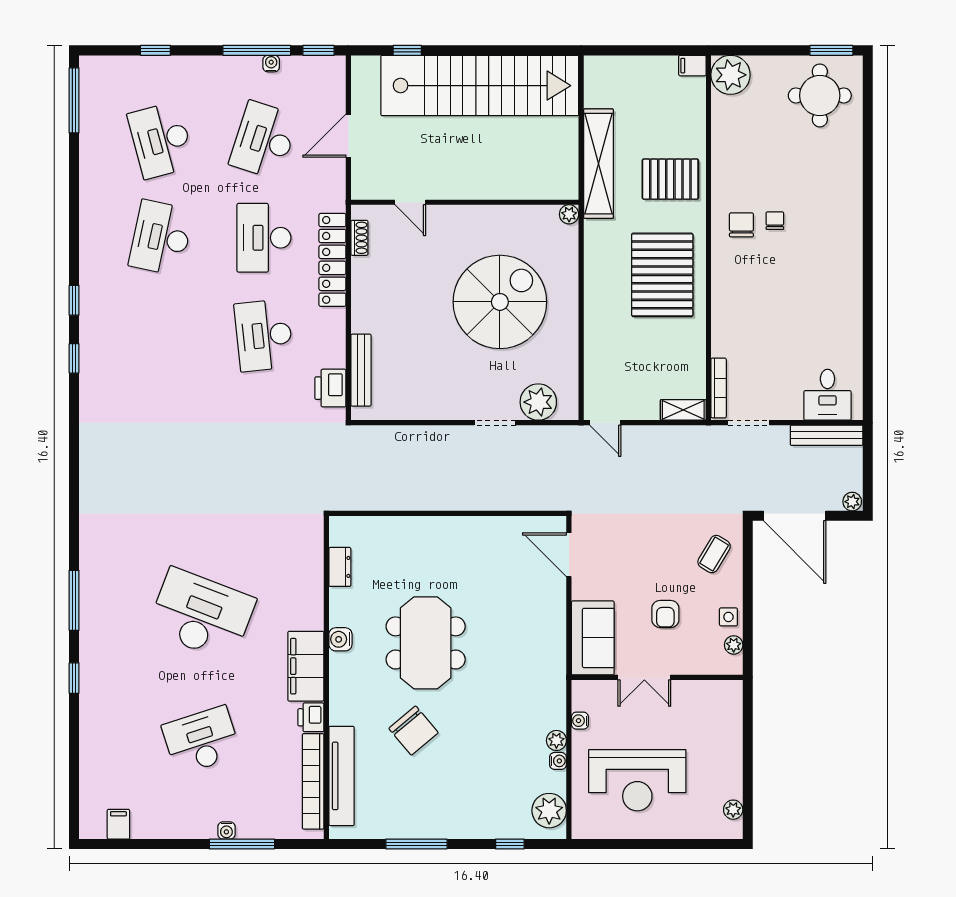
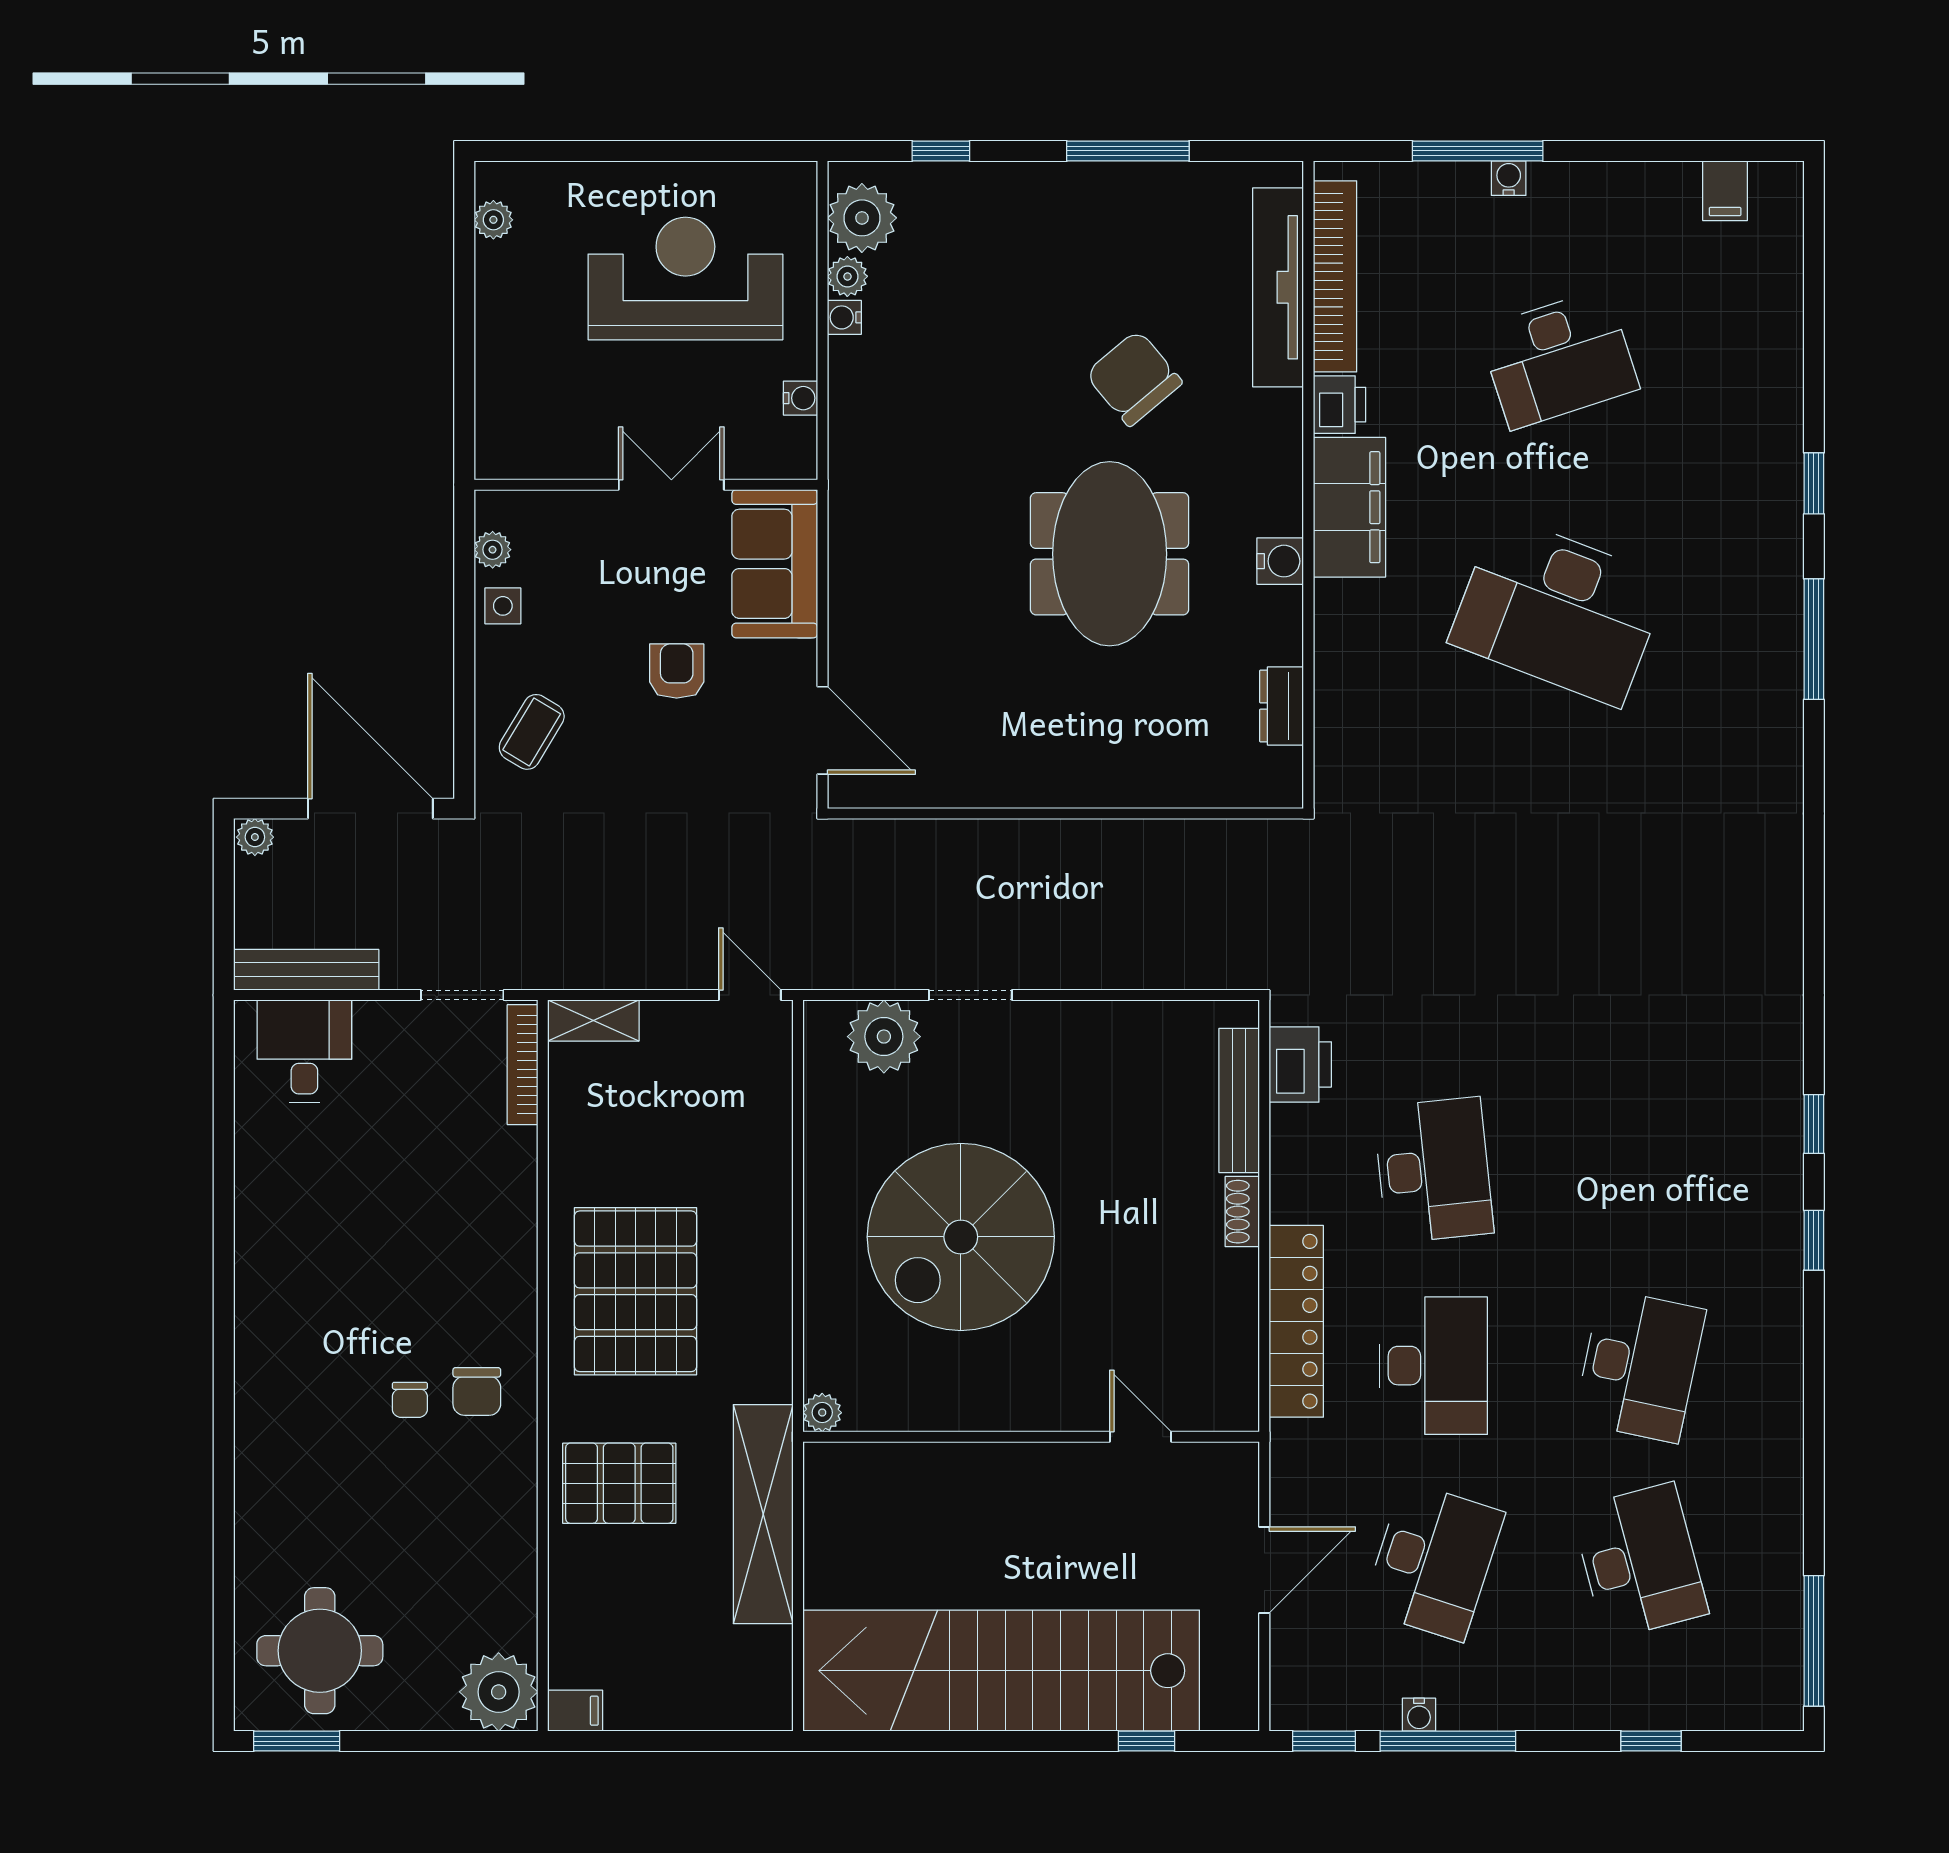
shoe rack: (359, 238) -> (1242, 1212), moved
armchair: (665, 614) -> (677, 671), moved
plant: (556, 740) -> (847, 276), moved

